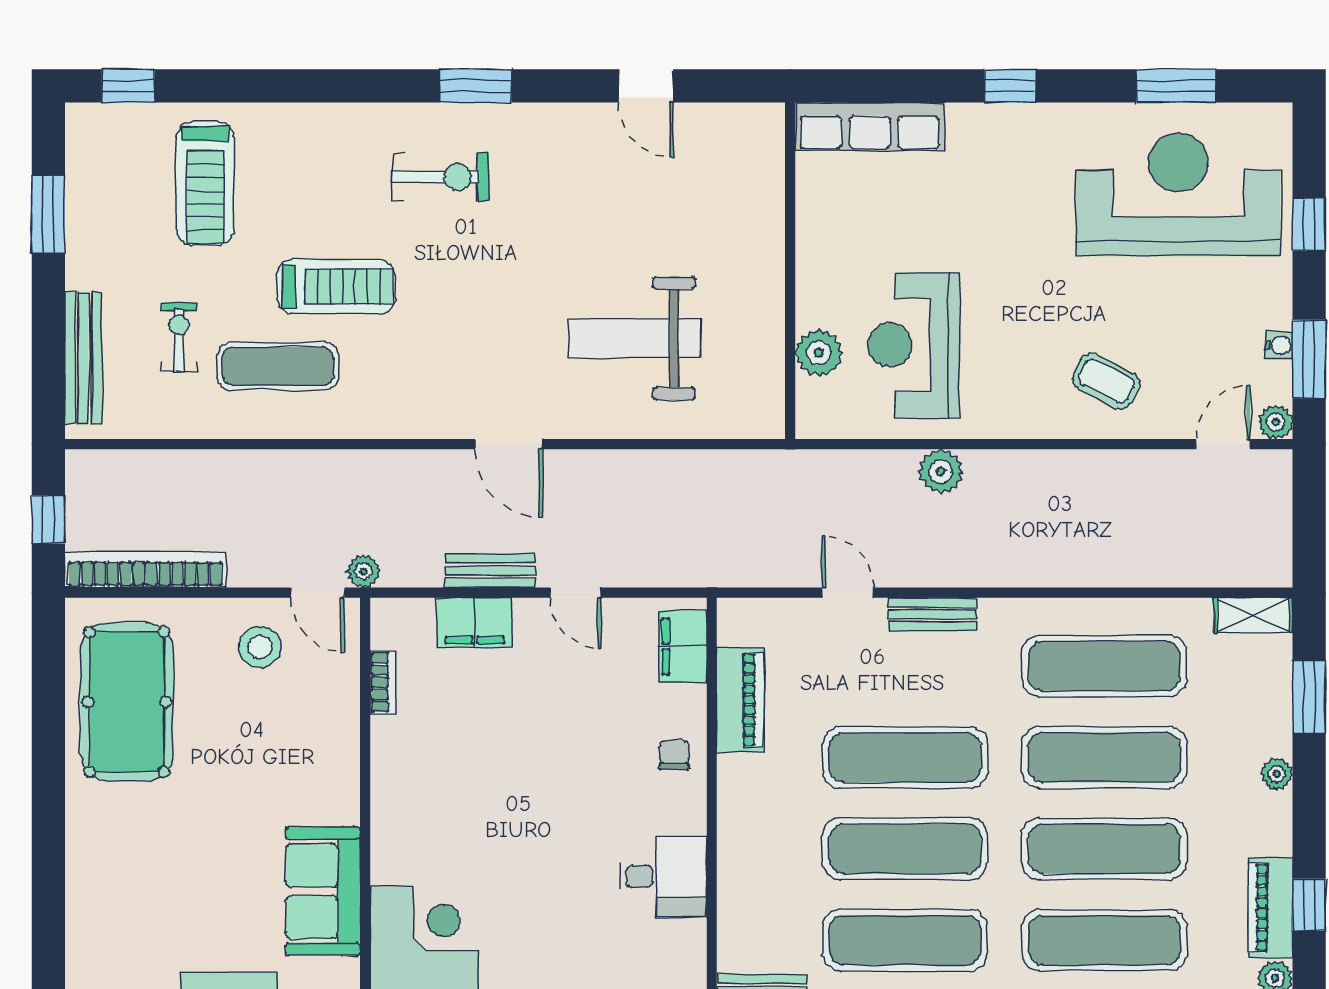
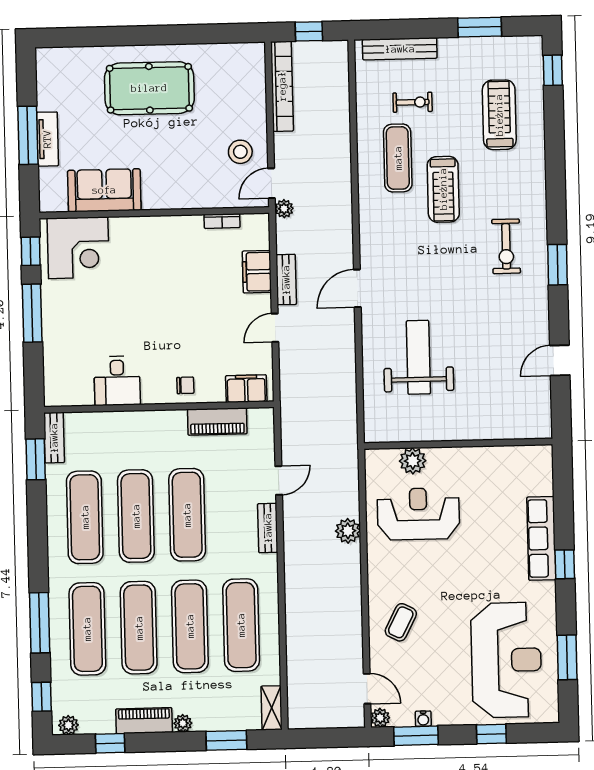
row of seats: (870, 127) -> (541, 538), moved
treadmill: (205, 183) -> (499, 115), turned 90
pool table: (127, 702) -> (149, 88), moved
piano: (1270, 908) -> (144, 721), moved

